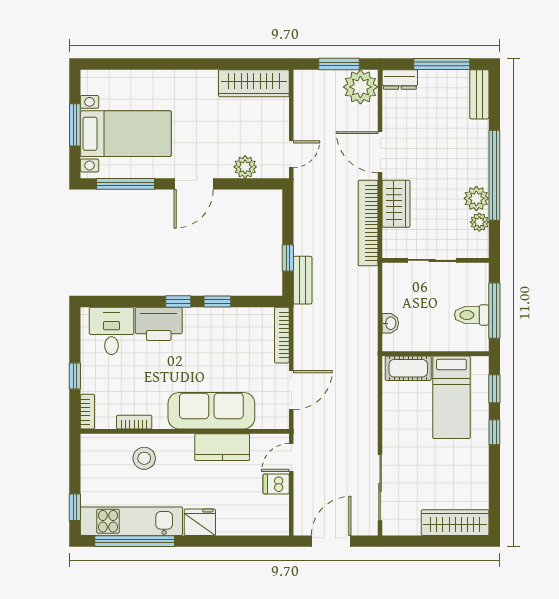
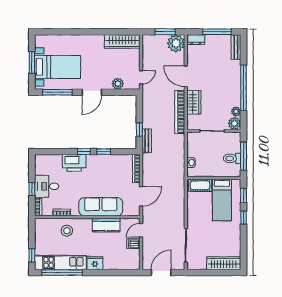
plant: (476, 198) -> (234, 123), moved
desk: (112, 331) -> (47, 186), moved, turned -90

